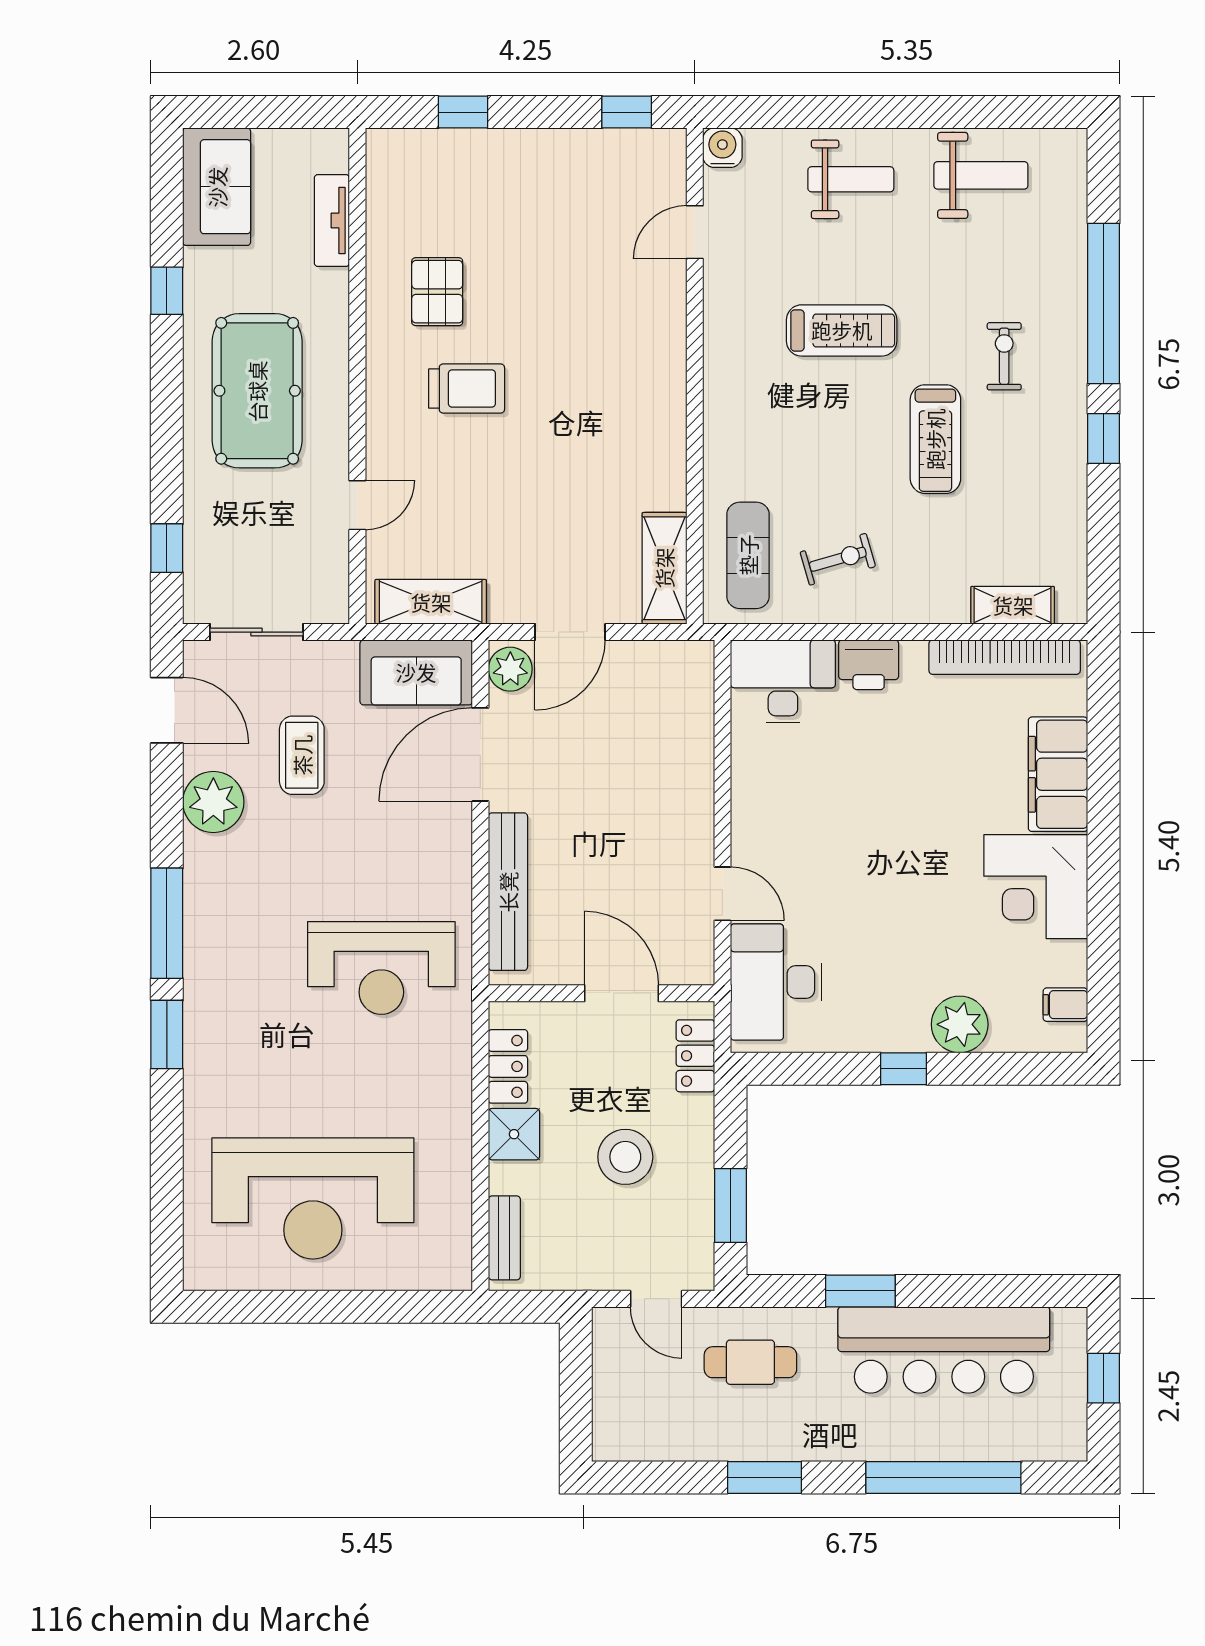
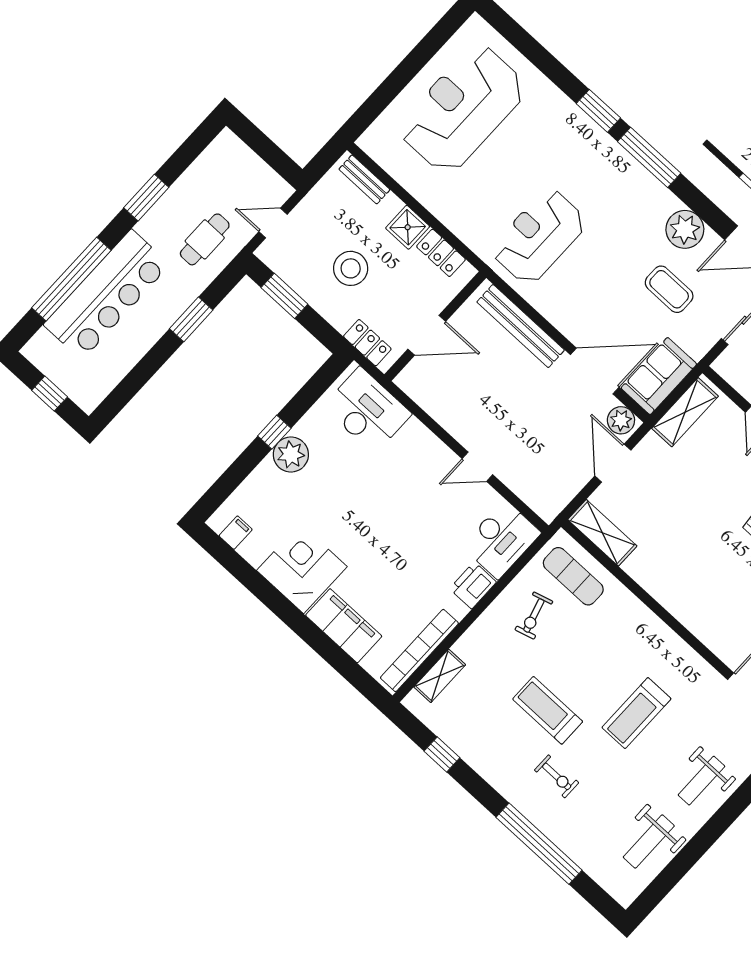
window: (1104, 439) -> (442, 754), moved
door: (480, 754) -> (595, 371), hinge flipped
door: (722, 894) -> (477, 467), moved
plant: (960, 1024) -> (291, 455), moved
bar counter: (944, 1350) -> (107, 295), moved, turned 180

